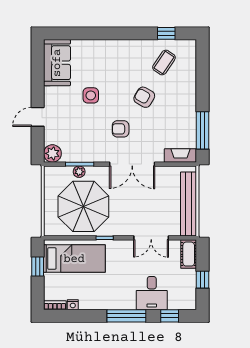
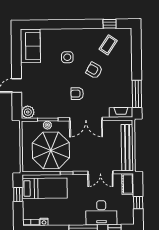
side table: (91, 95) -> (67, 57), moved
desk: (152, 293) -> (101, 213), width x1.37

